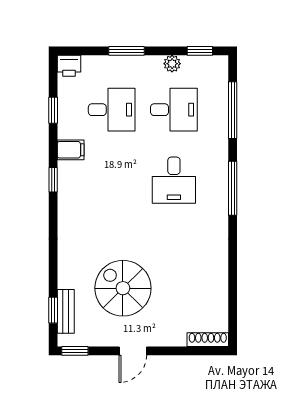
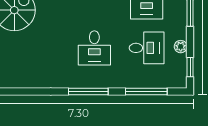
desk: (174, 110) -> (147, 48), turned -90
desk: (174, 180) -> (94, 48), turned -90

